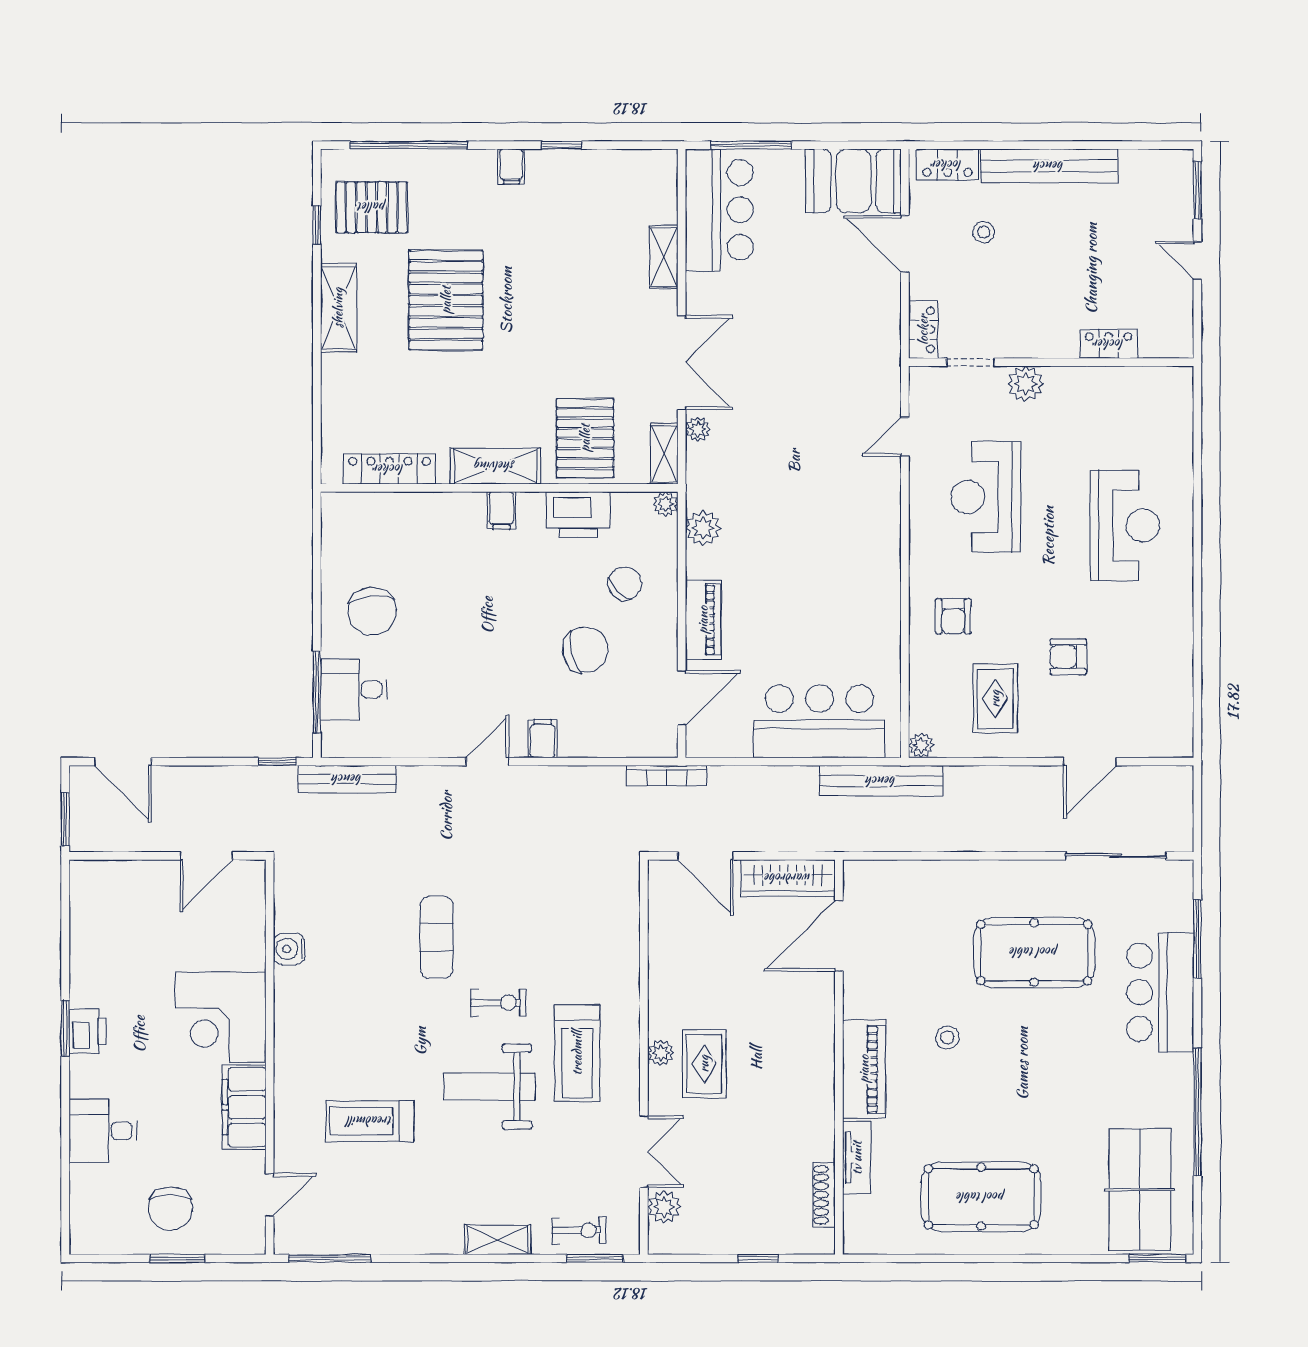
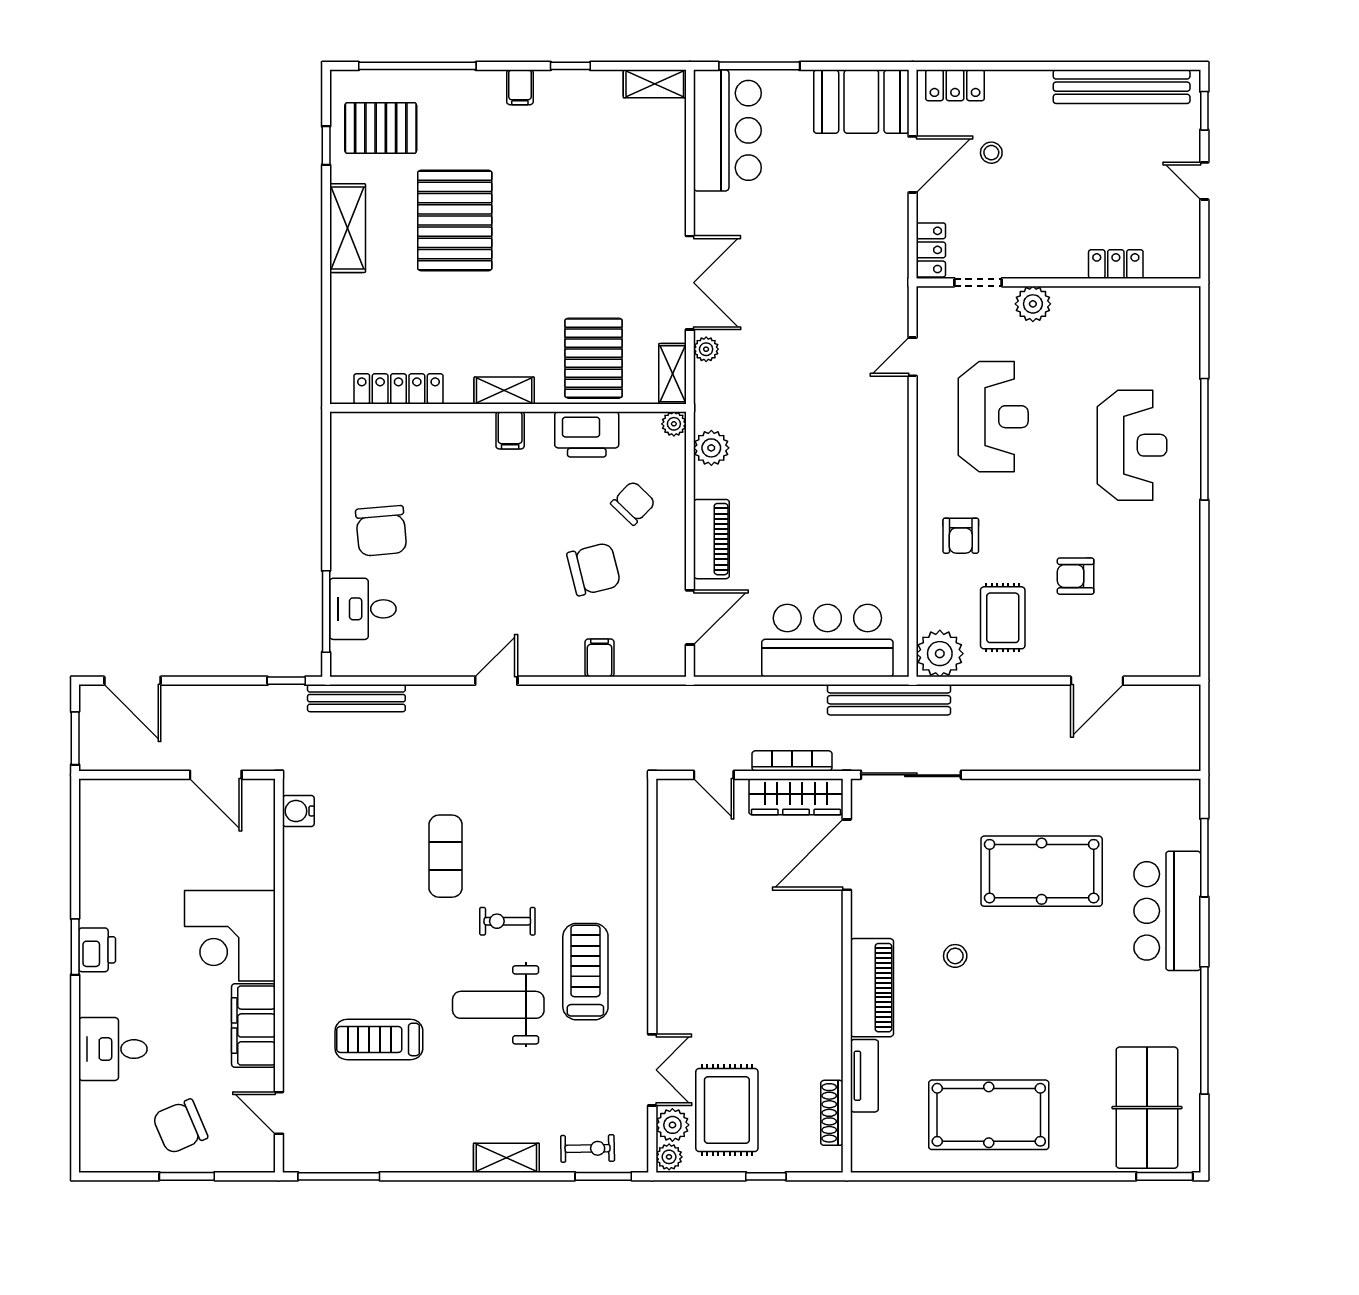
bench: (1049, 166) -> (1122, 87), moved
window: (1197, 190) -> (1204, 111), width x0.67
door: (905, 244) -> (913, 164), swing flipped
shelving: (664, 257) -> (655, 84), moved, turned 90
shelving: (495, 466) -> (504, 391), width x0.67, depth x0.75
reception desk: (986, 497) -> (993, 417), turned 180
window: (1197, 520) -> (1204, 439), added
filing cabinet: (543, 739) -> (600, 658), moved
plant: (921, 745) -> (940, 654), width x1.88, depth x1.88
bookcase: (667, 776) -> (792, 761), moved, turned 180
door: (206, 856) -> (216, 775), hinge flipped
door: (706, 856) -> (714, 775), width x0.73
sliding door: (1116, 856) -> (911, 775), moved
water cooler: (289, 949) -> (298, 811), moved
exercise bike: (499, 1003) -> (507, 921), turned 180
treadmill: (577, 1053) -> (585, 972), turned 180
plant: (661, 1053) -> (669, 1157), moved
rug: (704, 1064) -> (727, 1110), moved, width x1.36, depth x1.43
door: (270, 1195) -> (279, 1113), swing flipped
chair: (170, 1208) -> (180, 1126), turned 67

